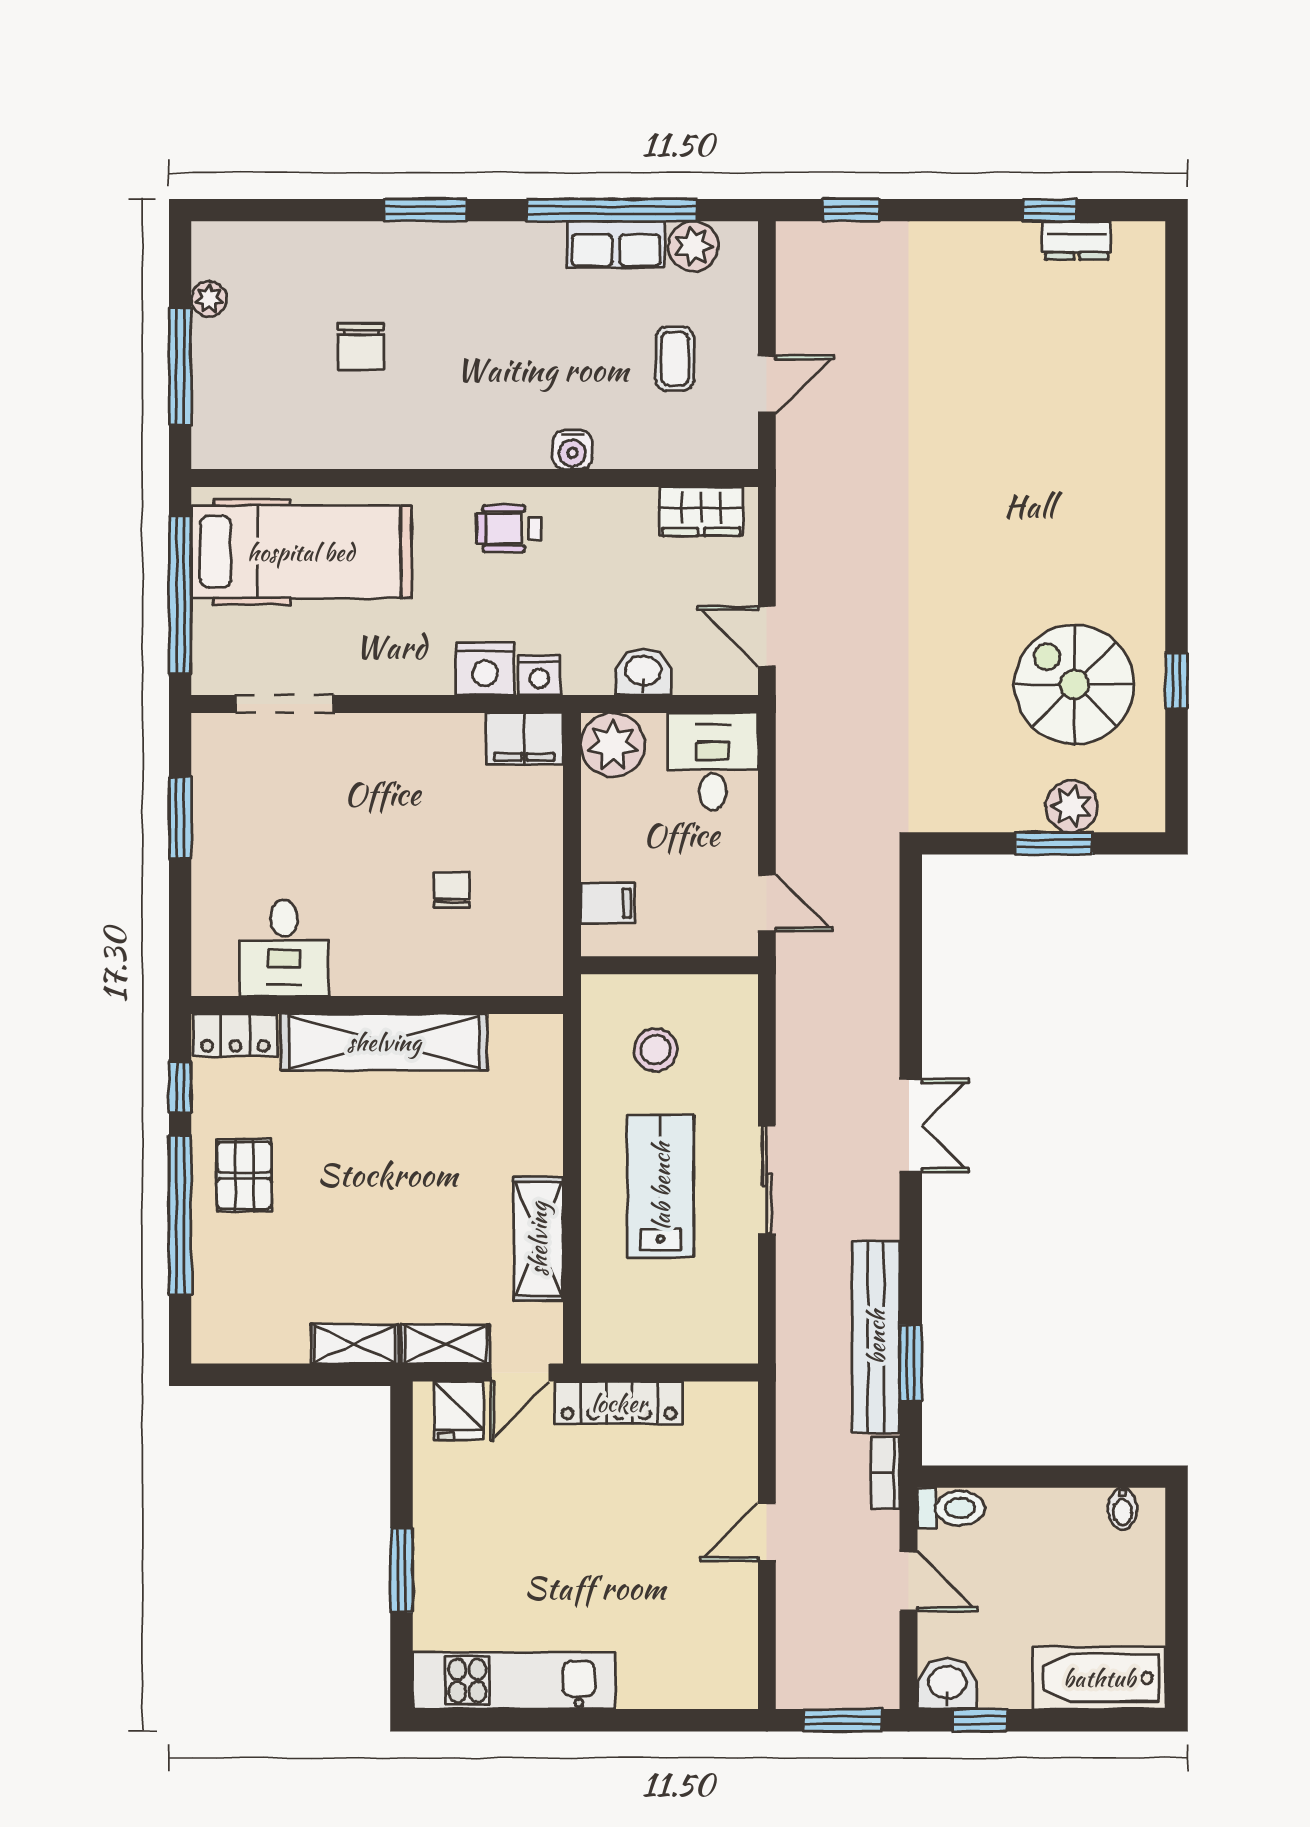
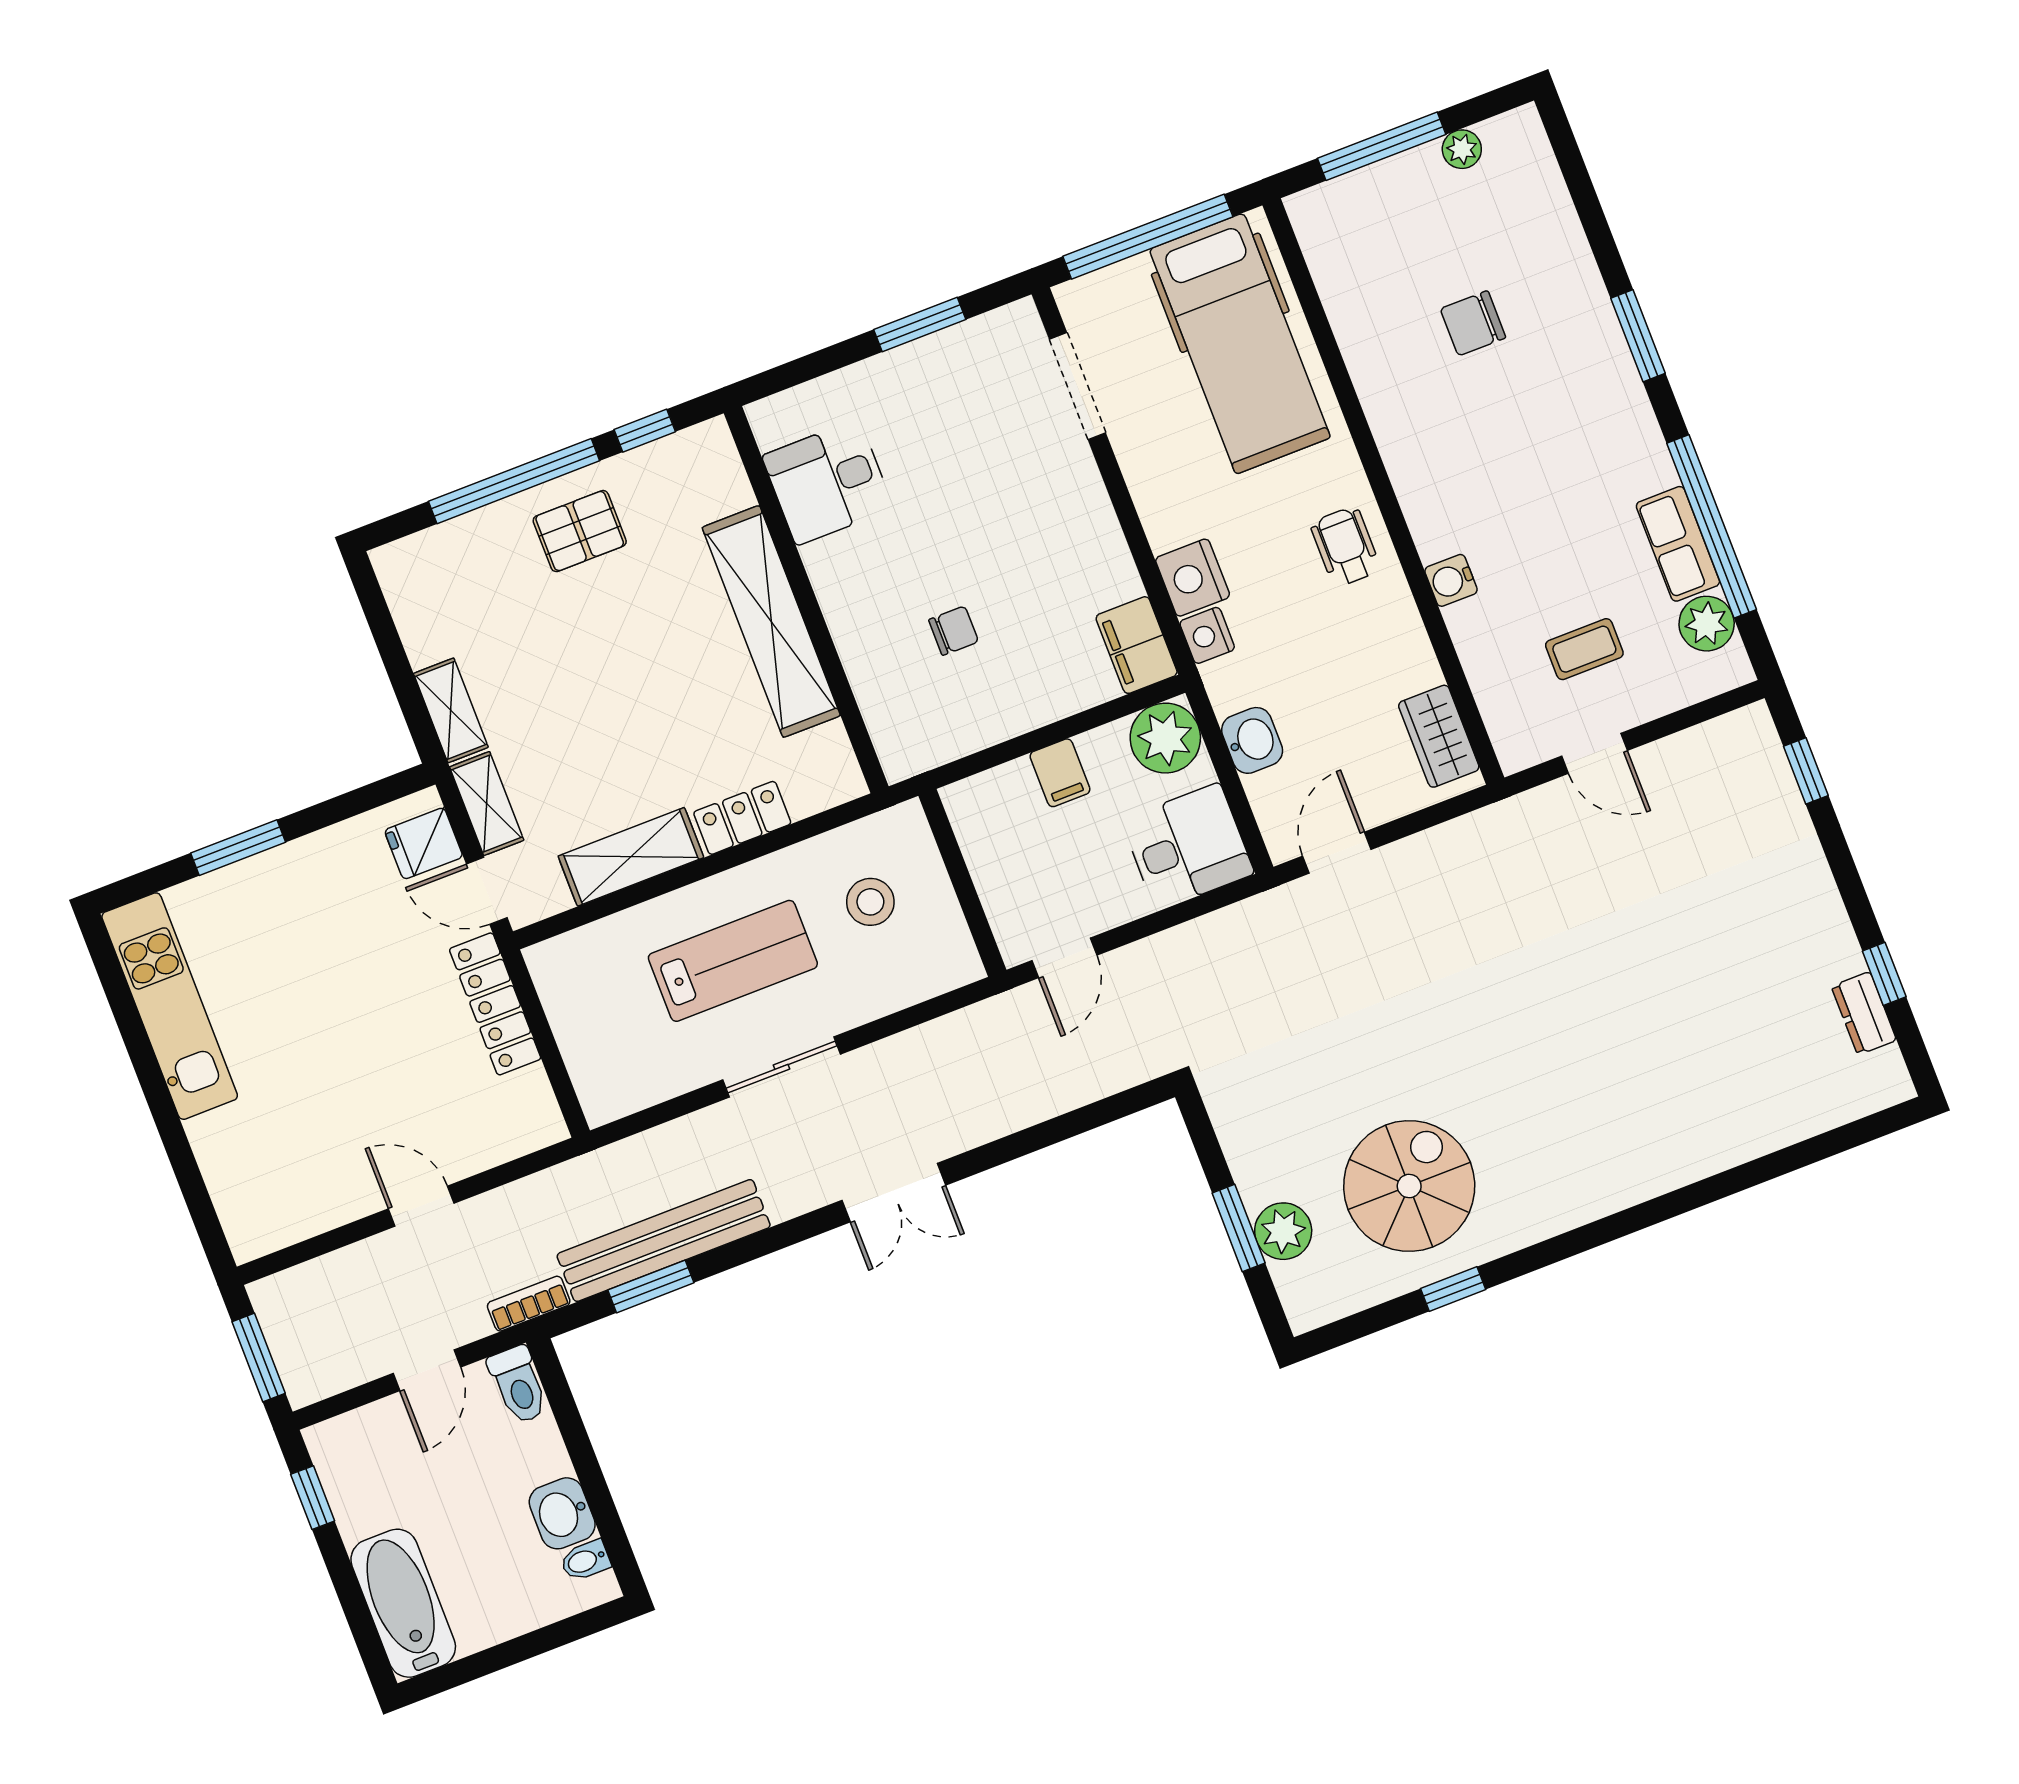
filing cabinet: (608, 903) -> (1060, 773), moved
locker: (235, 1035) -> (742, 818), moved, turned 90
washbasin: (947, 1684) -> (562, 1513), moved, turned 180

